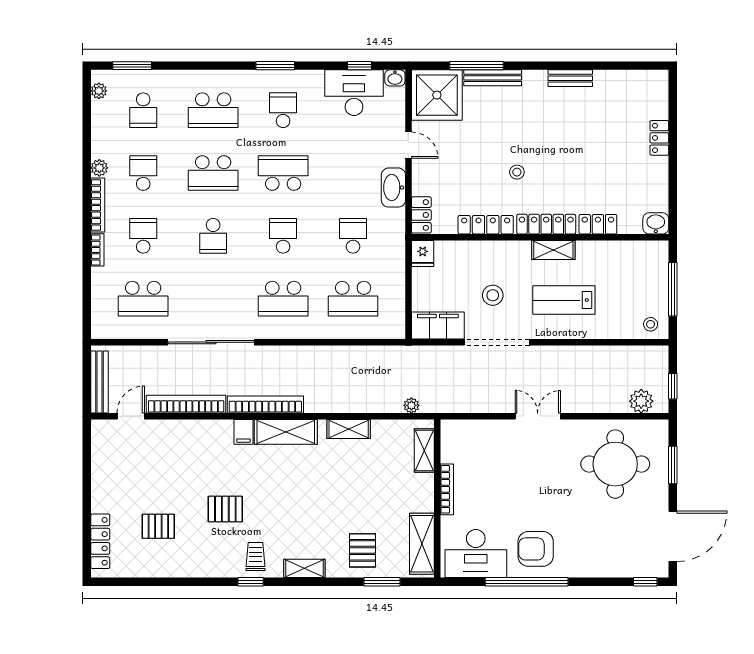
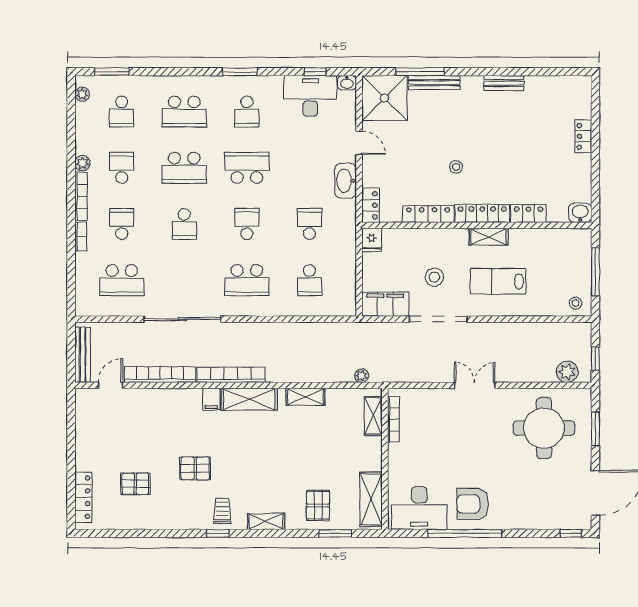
school desk: (283, 110) -> (247, 112), turned 180
school desk: (353, 299) -> (309, 280), width x0.54
bookcase: (447, 489) -> (393, 419), moved

